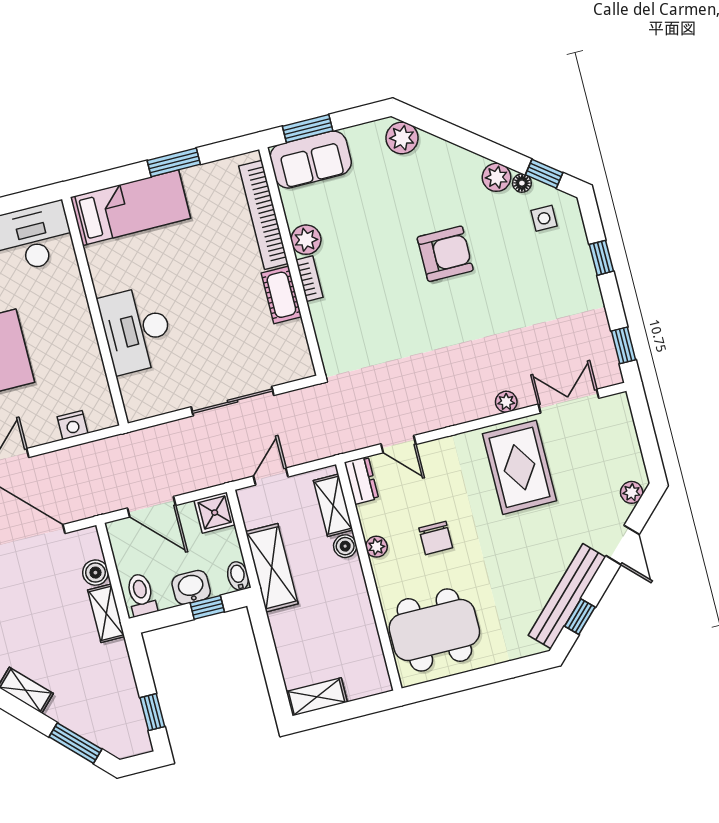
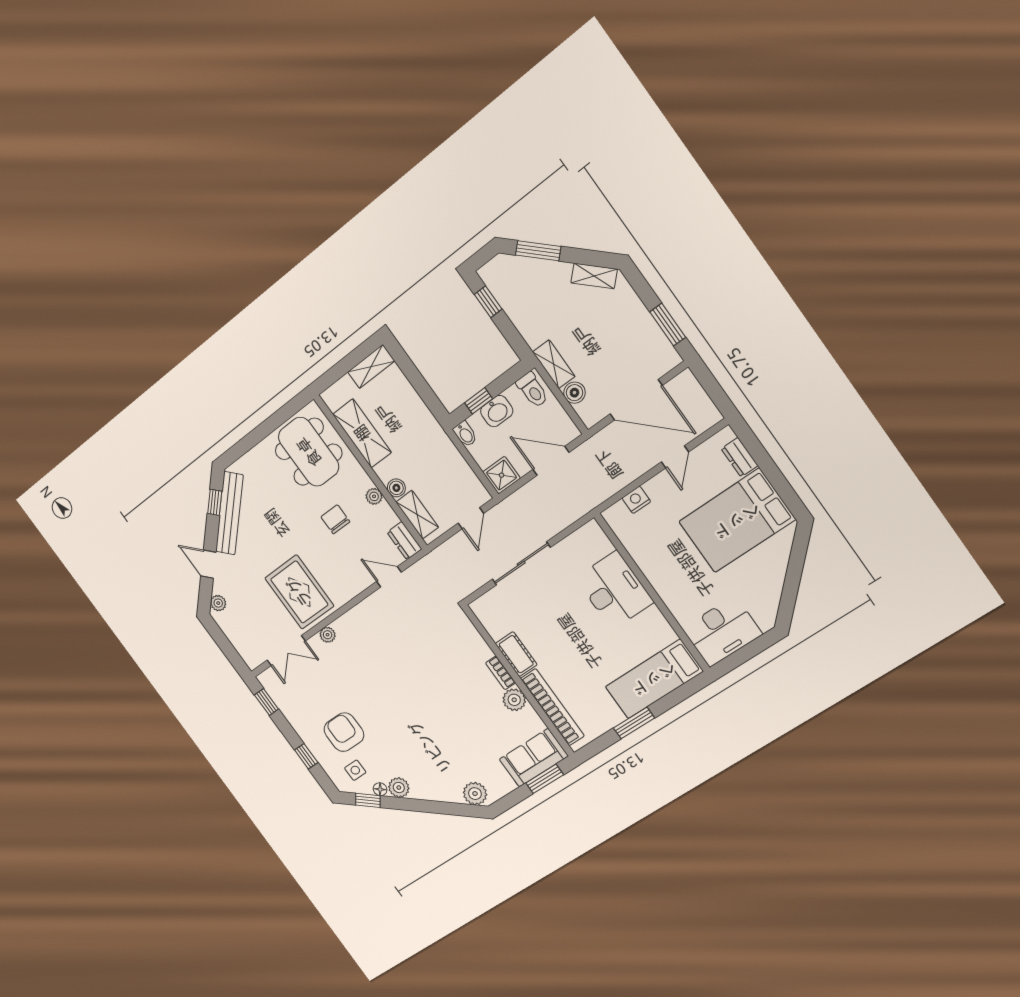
armchair: (445, 254) -> (344, 732), moved, turned 90
shelving: (272, 568) -> (362, 433), moved
dining table: (434, 630) -> (309, 452), turned 90

